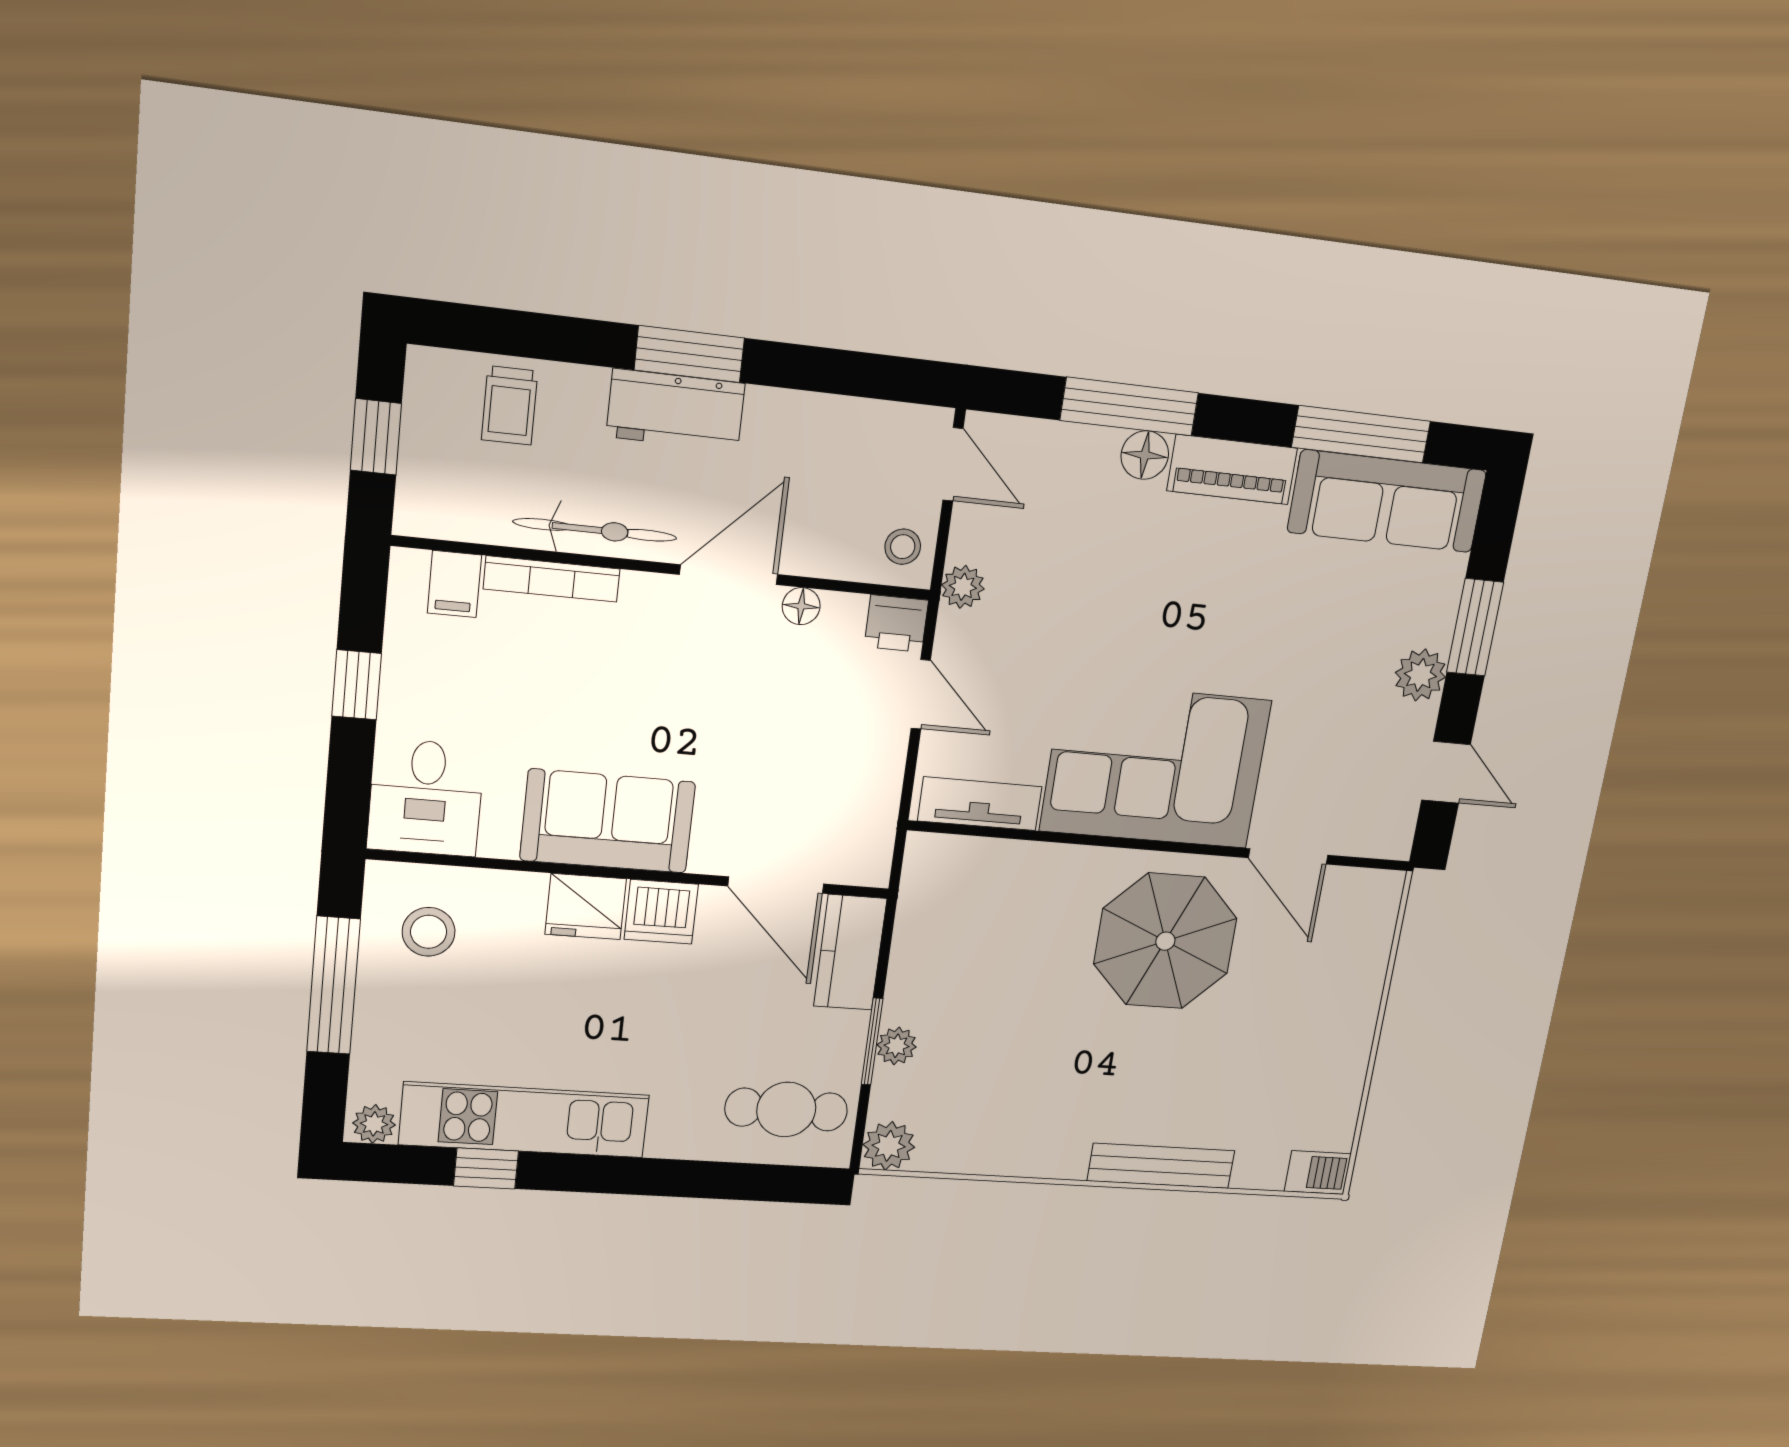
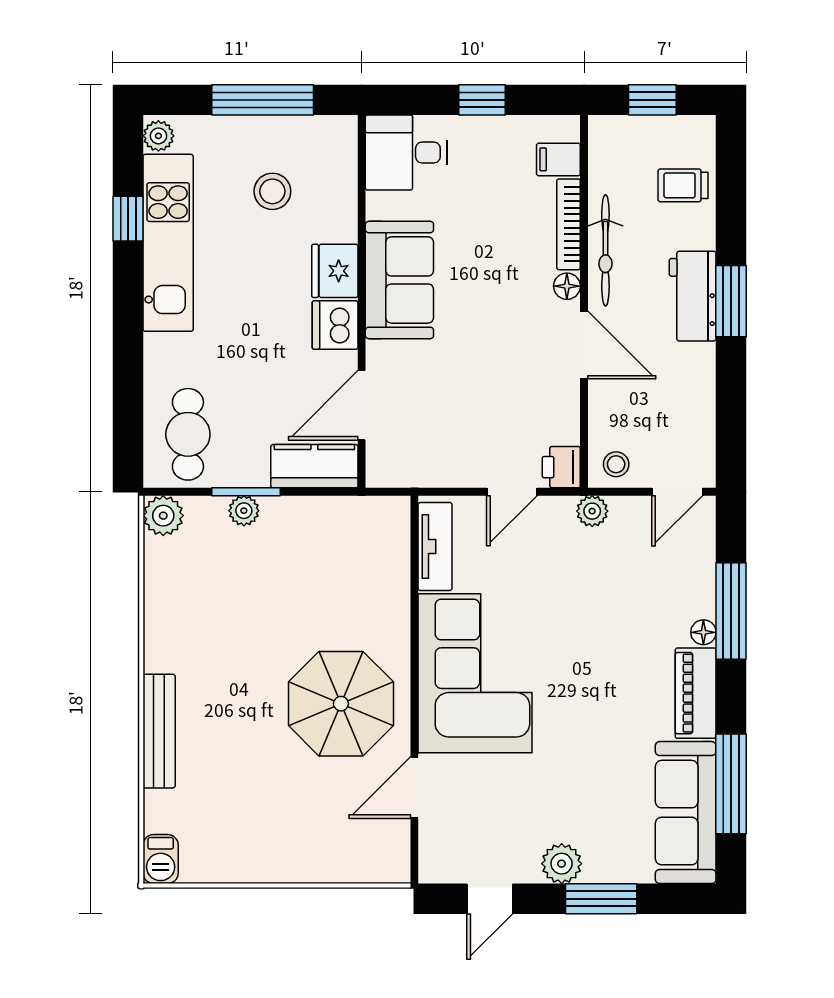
floor lamp: (1145, 455) -> (703, 632), width x0.73, depth x0.73
floor lamp: (801, 606) -> (567, 286), moved
stool: (429, 932) -> (272, 191), moved

